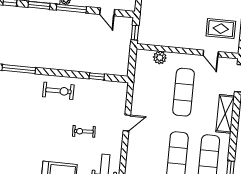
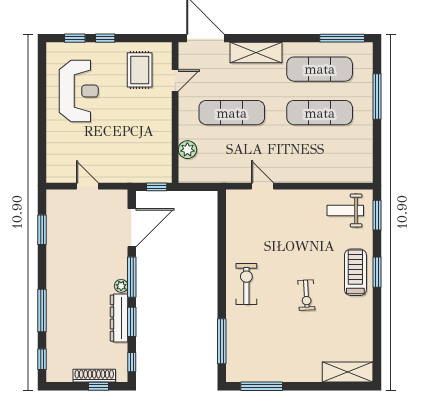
door: (107, 12) -> (132, 228), width x1.87
window: (97, 76) -> (222, 233), removed
door: (127, 123) -> (262, 186), moved
exercise bike: (84, 131) -> (306, 295), moved

